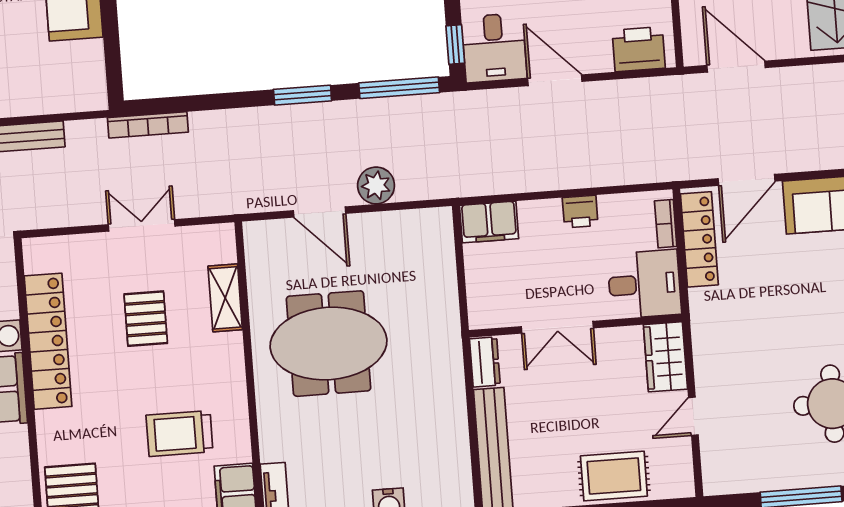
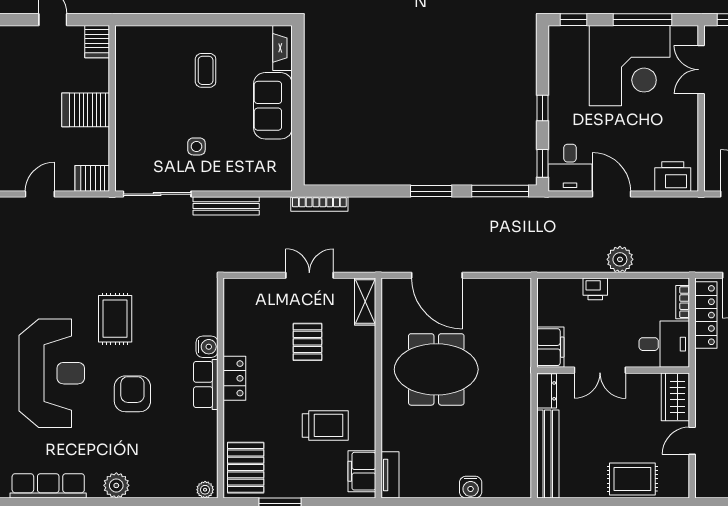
plant: (376, 185) -> (620, 259), moved
door: (320, 212) -> (437, 275), width x1.36
printer: (580, 212) -> (595, 289), moved
filing cabinet: (489, 222) -> (550, 347), moved, turned -90
shelving: (225, 298) -> (365, 301), moved
locker: (48, 341) -> (234, 378), width x0.46, depth x0.83
trolley: (180, 433) -> (325, 425), turned 180

